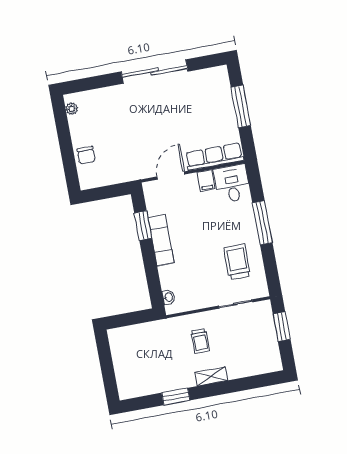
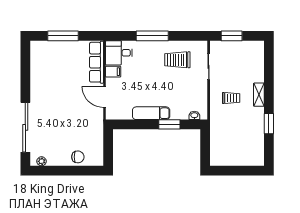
sliding door: (155, 71) -> (25, 127), moved
window: (143, 226) -> (169, 124), moved

